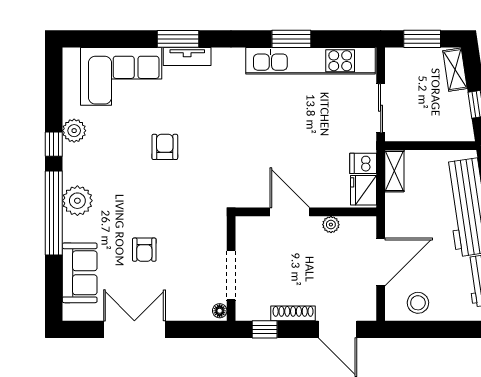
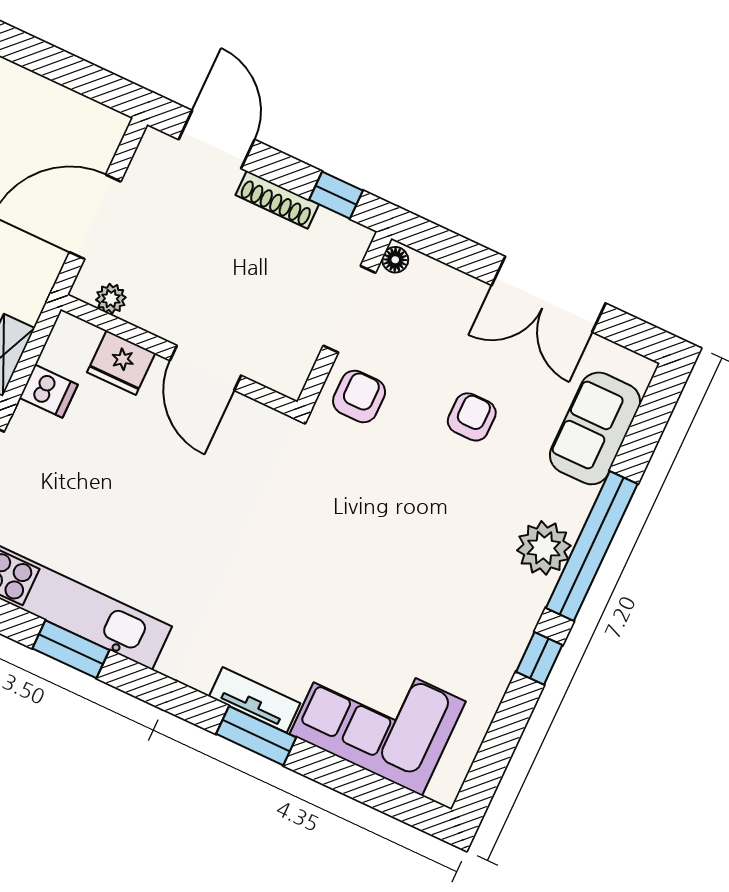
plant: (74, 131) -> (496, 665), removed
armchair: (165, 147) -> (359, 396), moved, turned 180
fridge: (363, 190) -> (121, 363), moved, turned 90
plant: (331, 225) -> (111, 299), moved
stool: (418, 303) -> (65, 122), removed

